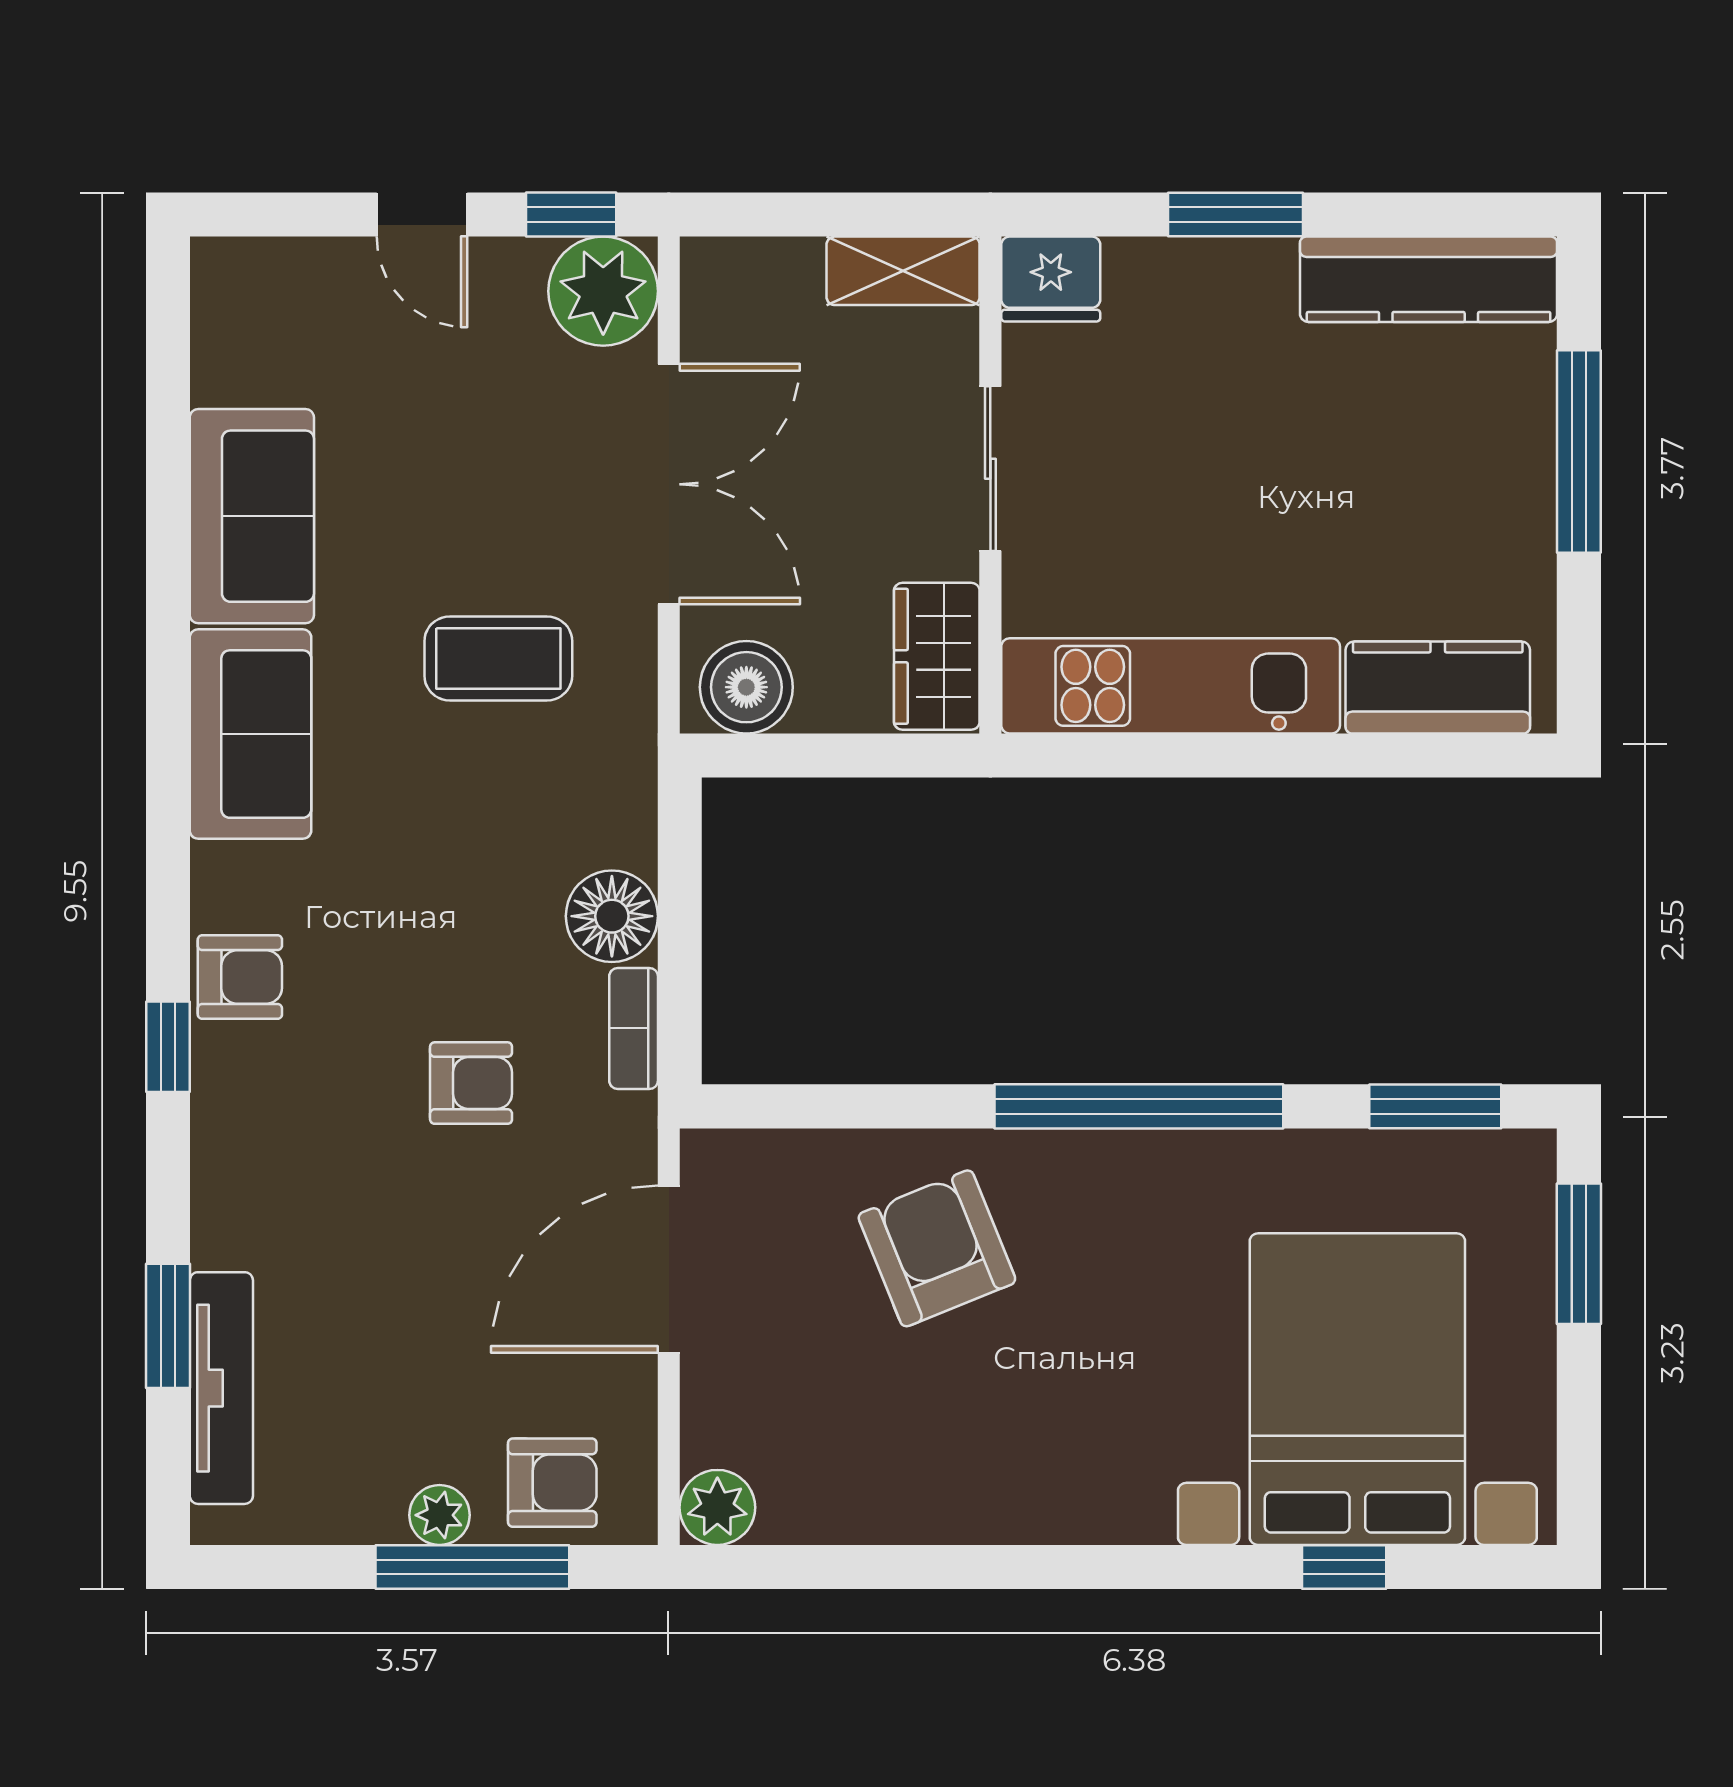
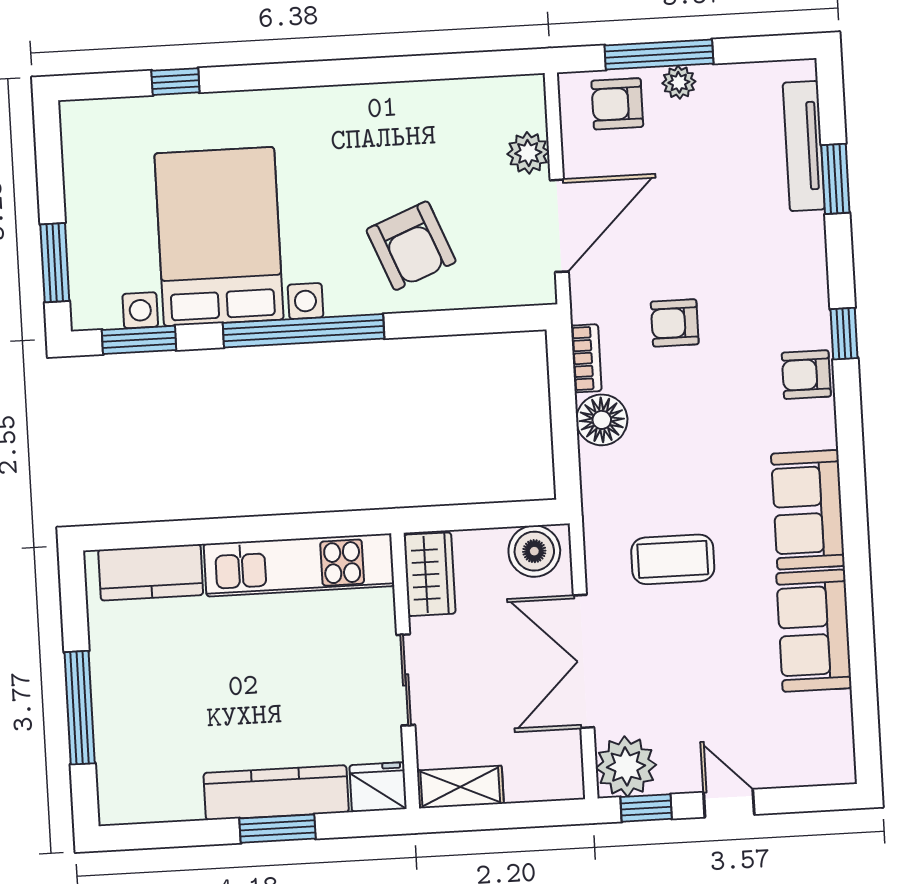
kitchen counter: (1429, 279) -> (276, 793), moved
bed with nightstands: (1357, 1389) -> (219, 236), moved, turned 180
plant: (717, 1507) -> (528, 153), moved

